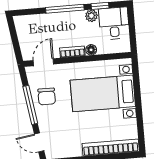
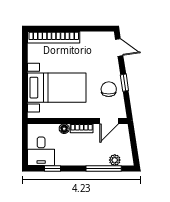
window: (65, 9) -> (104, 169), moved
plant: (91, 16) -> (115, 160), moved
window: (30, 105) -> (124, 83), width x0.46

